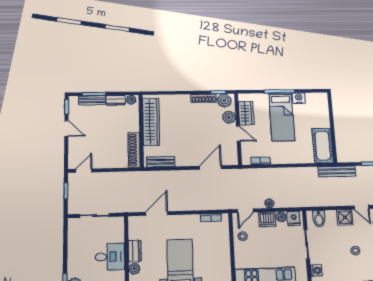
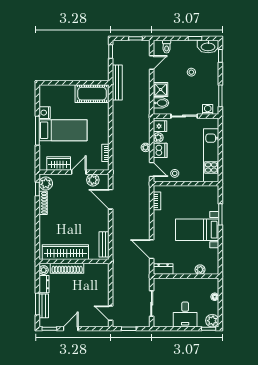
plant: (229, 117) -> (93, 180), moved
shoe rack: (134, 150) -> (67, 268), moved
shower: (345, 217) -> (161, 90), moved
dresser: (135, 251) -> (163, 269), moved
desk: (110, 257) -> (185, 314), moved, turned 180

